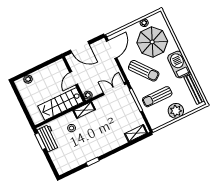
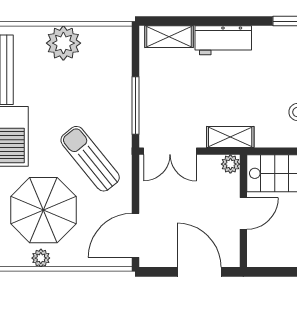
sun lounger: (157, 97) -> (88, 91), removed
shelving: (84, 110) -> (230, 137), moved
workbench: (114, 142) -> (223, 40), added

